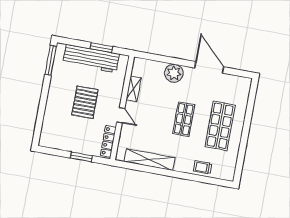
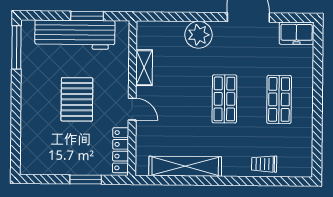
freezer: (240, 84) -> (297, 33), added
shop shelf: (220, 126) -> (279, 99), width x0.70, depth x0.74

